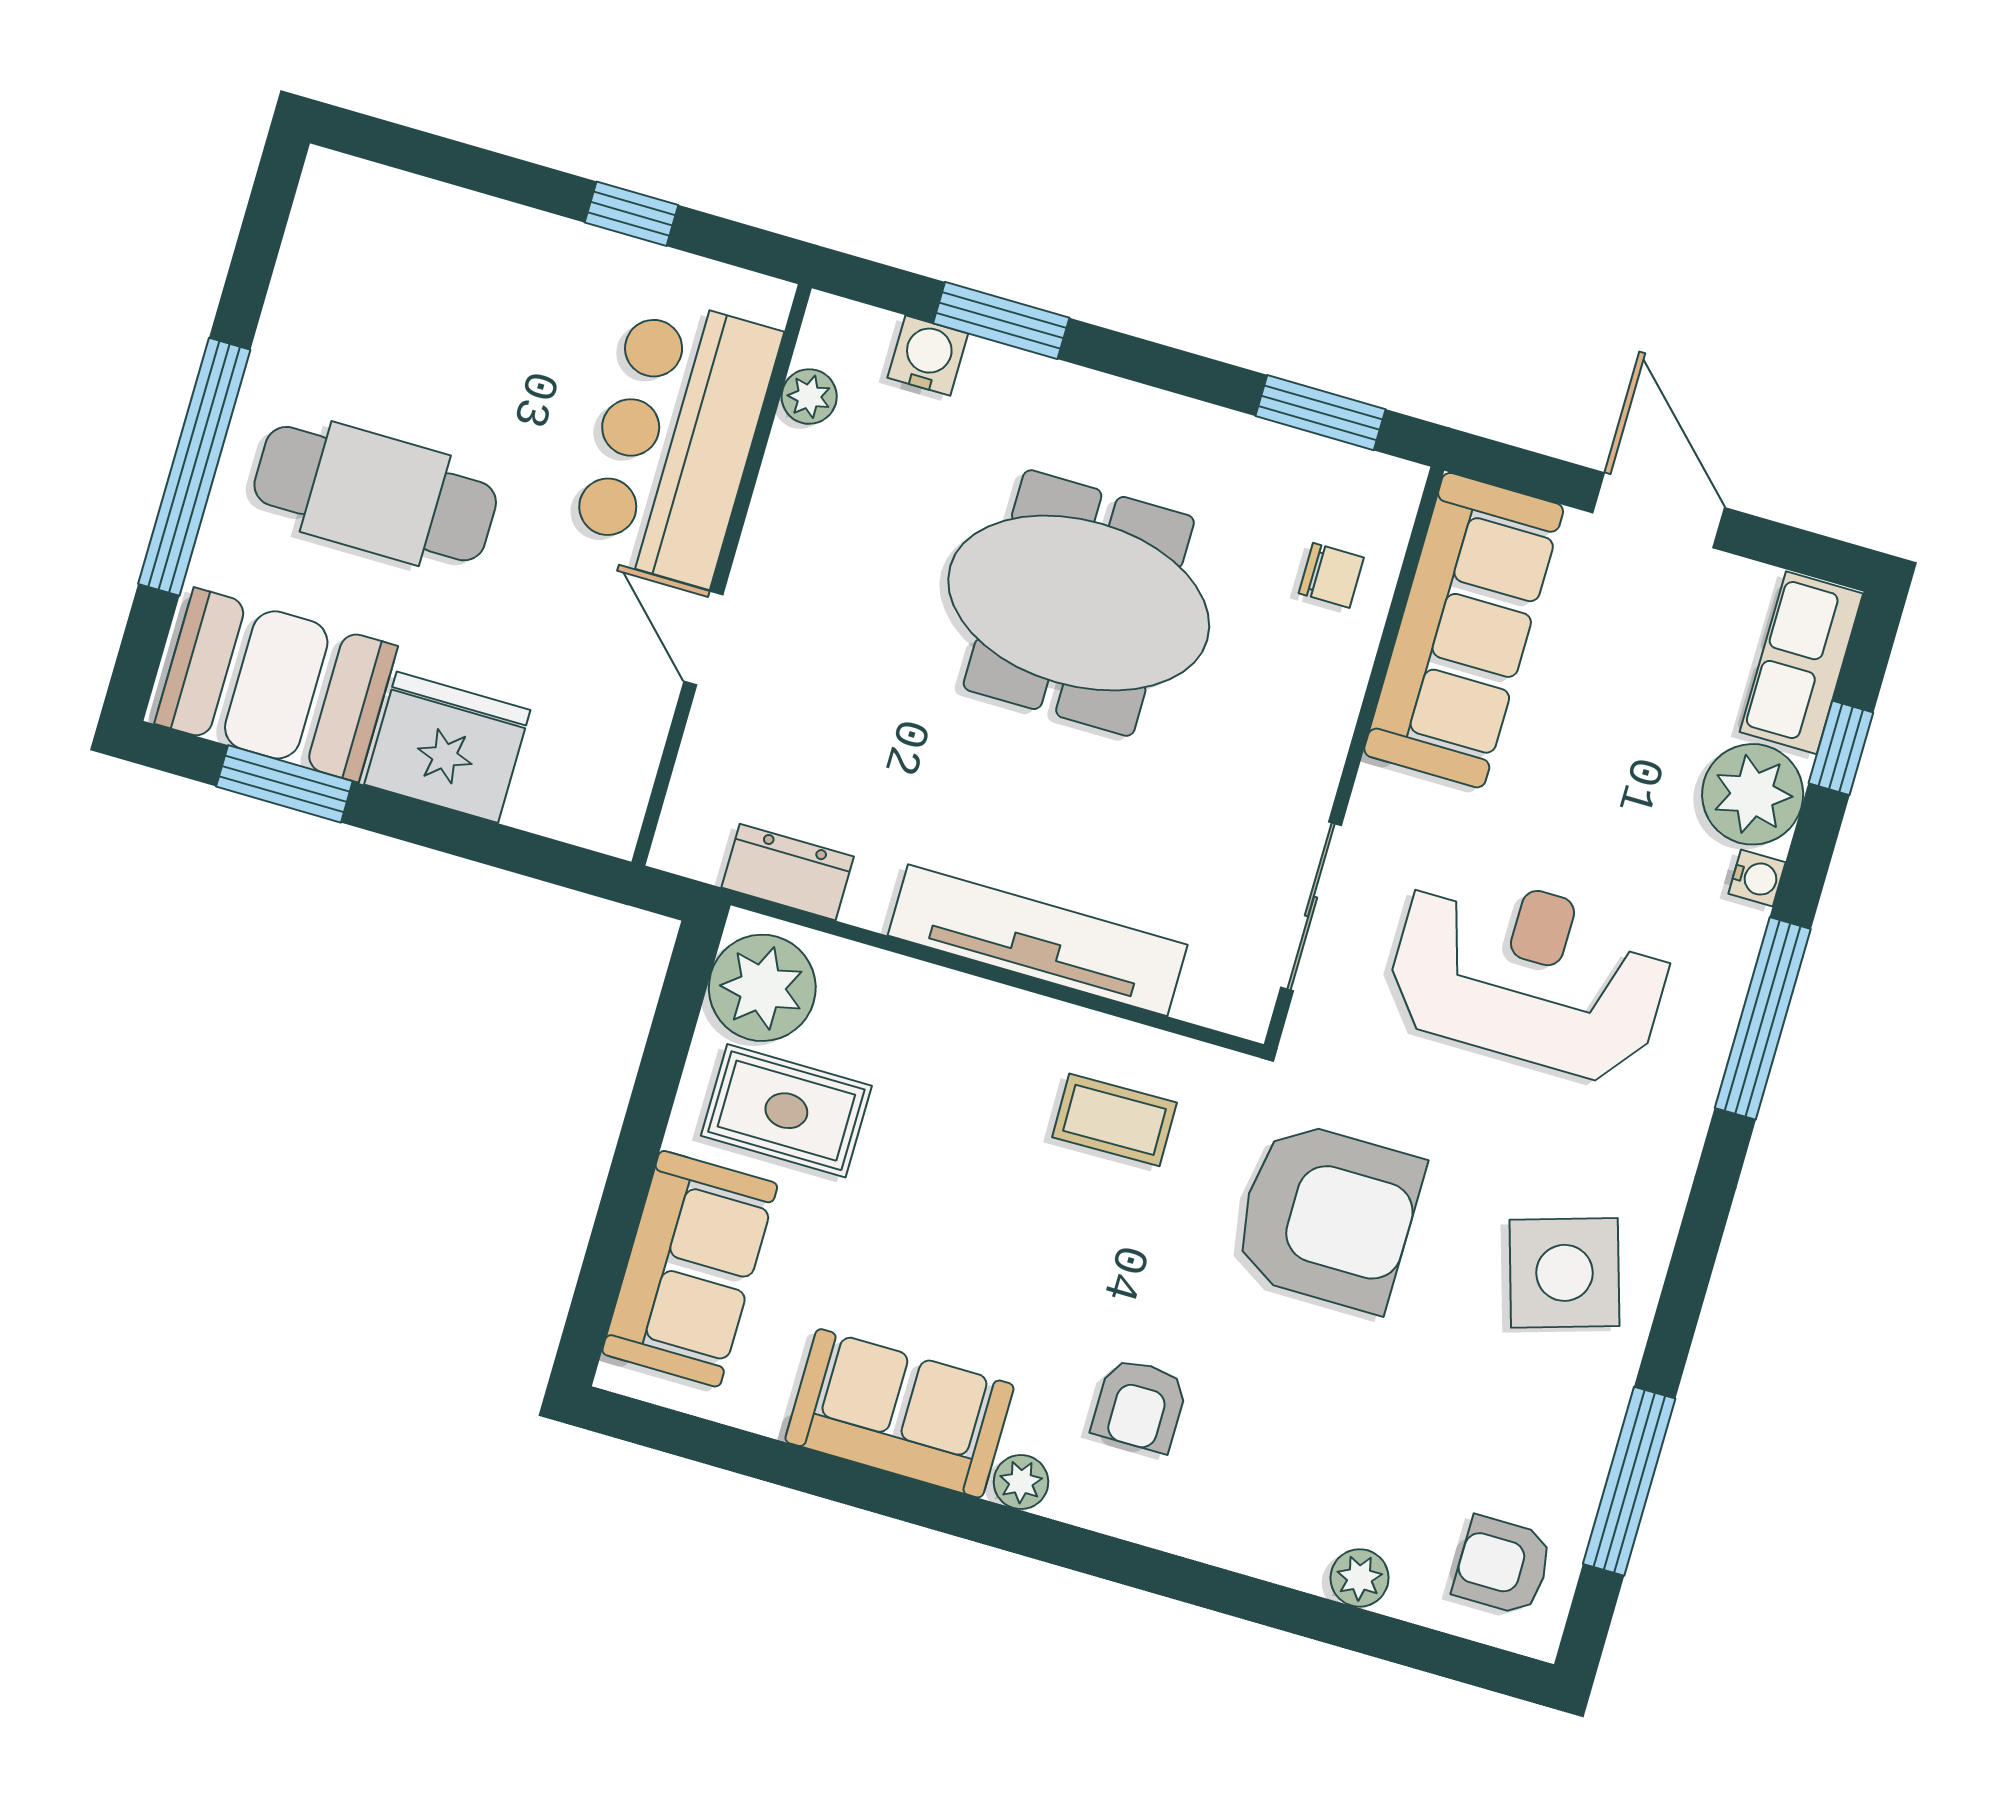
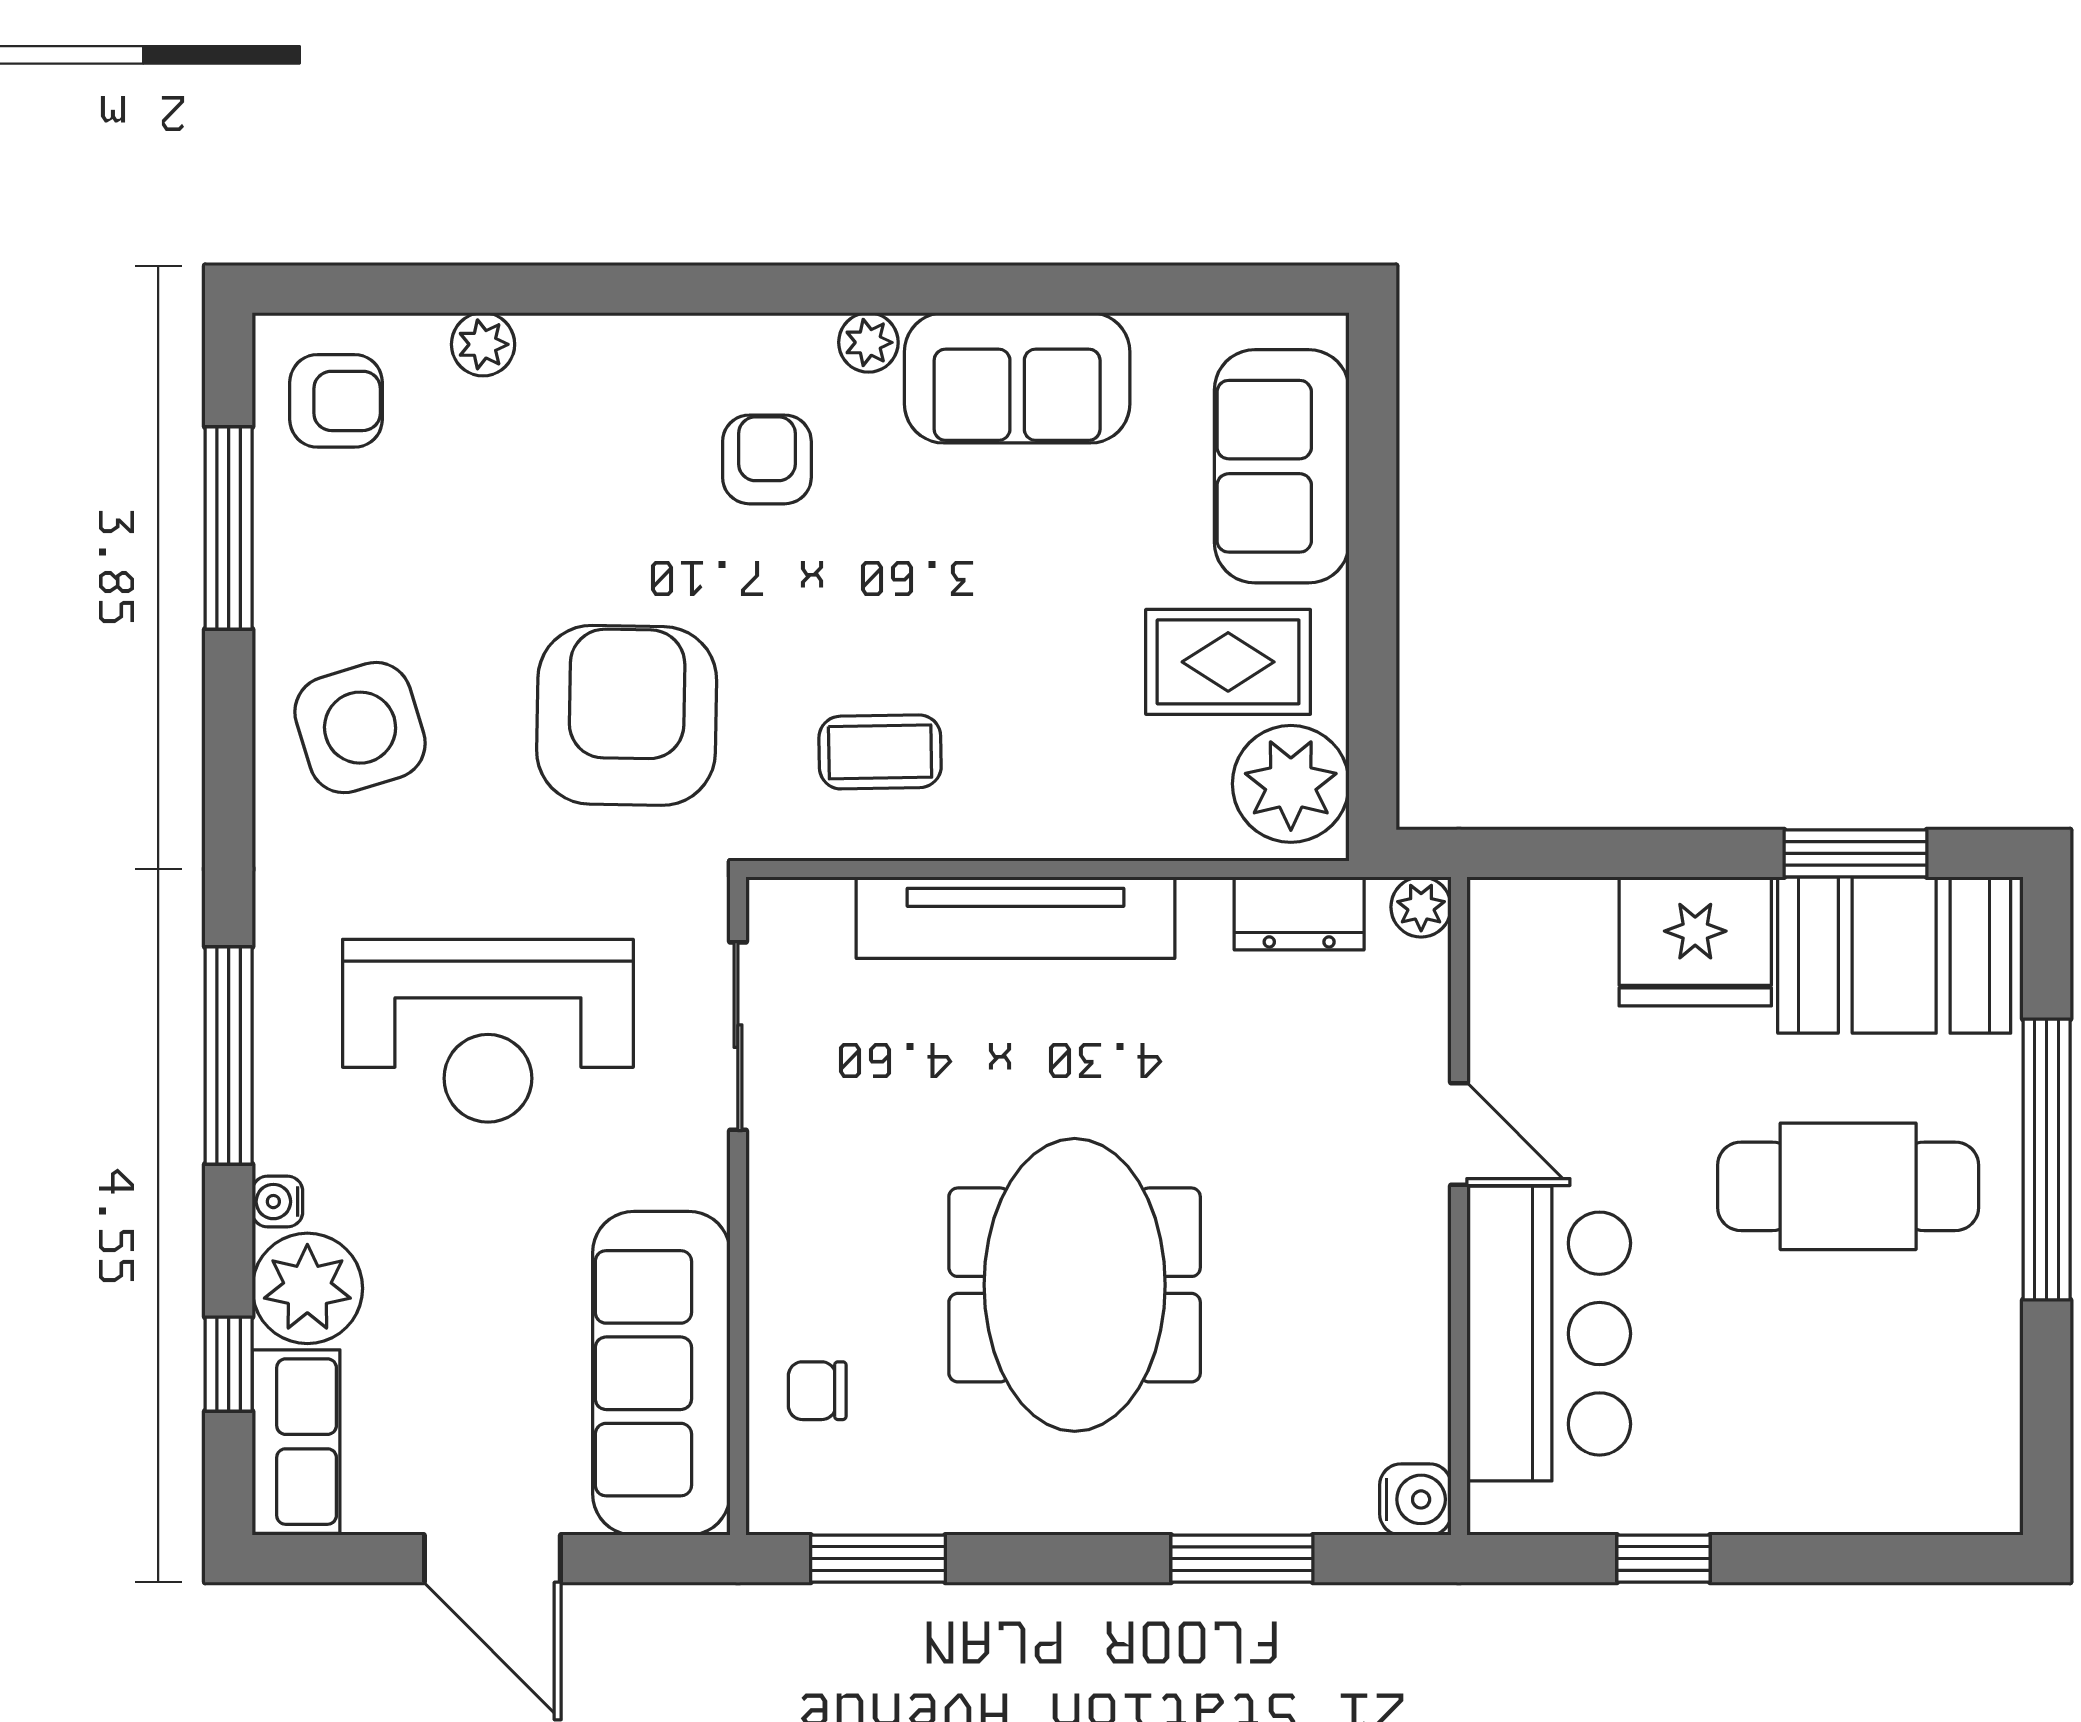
water cooler: (928, 356) -> (1415, 1499), moved, turned -90
plant: (809, 397) -> (1421, 907), moved
meeting table: (1079, 603) -> (1075, 1285), turned 90
armchair: (1327, 1216) -> (627, 715), turned 91

